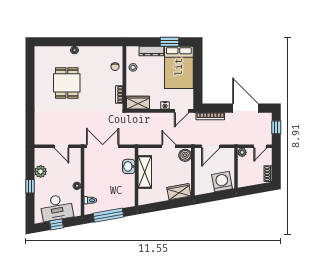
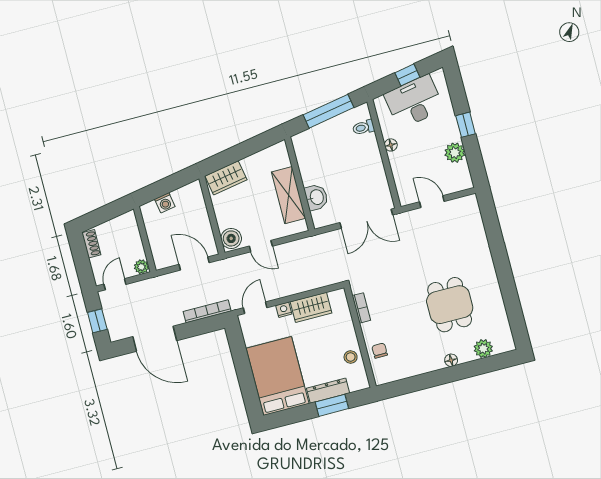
window: (169, 42) -> (332, 405), moved
plant: (54, 52) -> (483, 349), added
wardrobe: (138, 103) -> (311, 307), moved
door: (211, 146) -> (194, 264), hinge flipped
washing machine: (222, 182) -> (165, 203), width x0.53, depth x0.53

